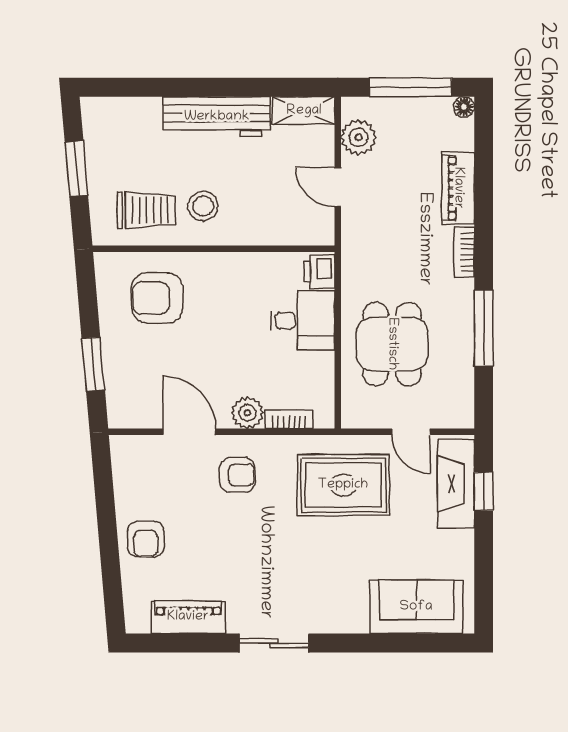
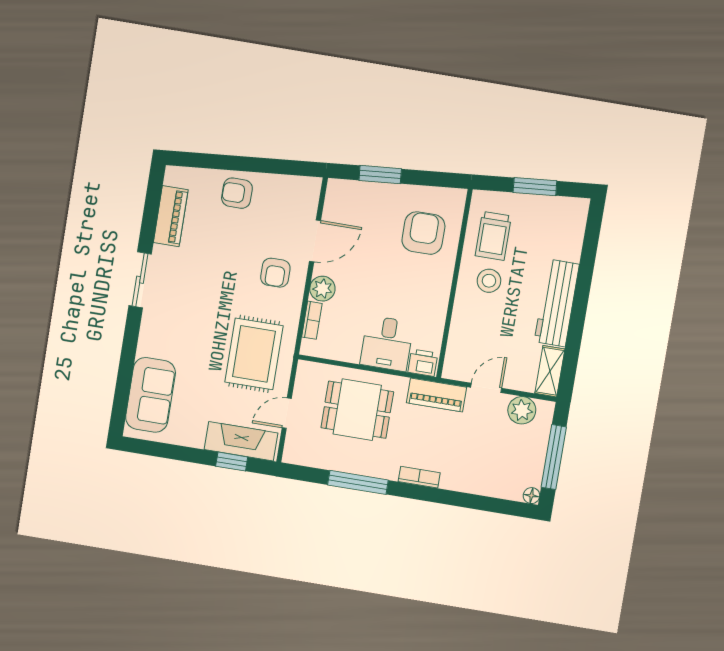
piano: (458, 188) -> (437, 395), moved, turned 180

